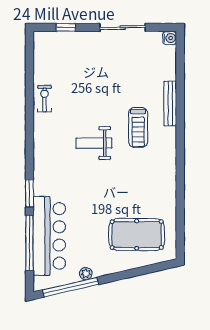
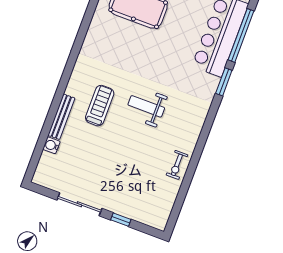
window: (66, 27) -> (121, 220), moved
water cooler: (170, 38) -> (51, 145), moved
weight bench: (94, 143) -> (146, 106), turned 180

